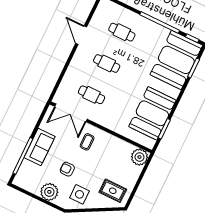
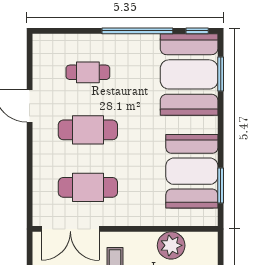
cafe table: (107, 63) -> (88, 130), width x1.37, depth x1.35
cafe table: (92, 95) -> (88, 187), width x1.37, depth x1.35
plant: (139, 157) -> (171, 245), moved

